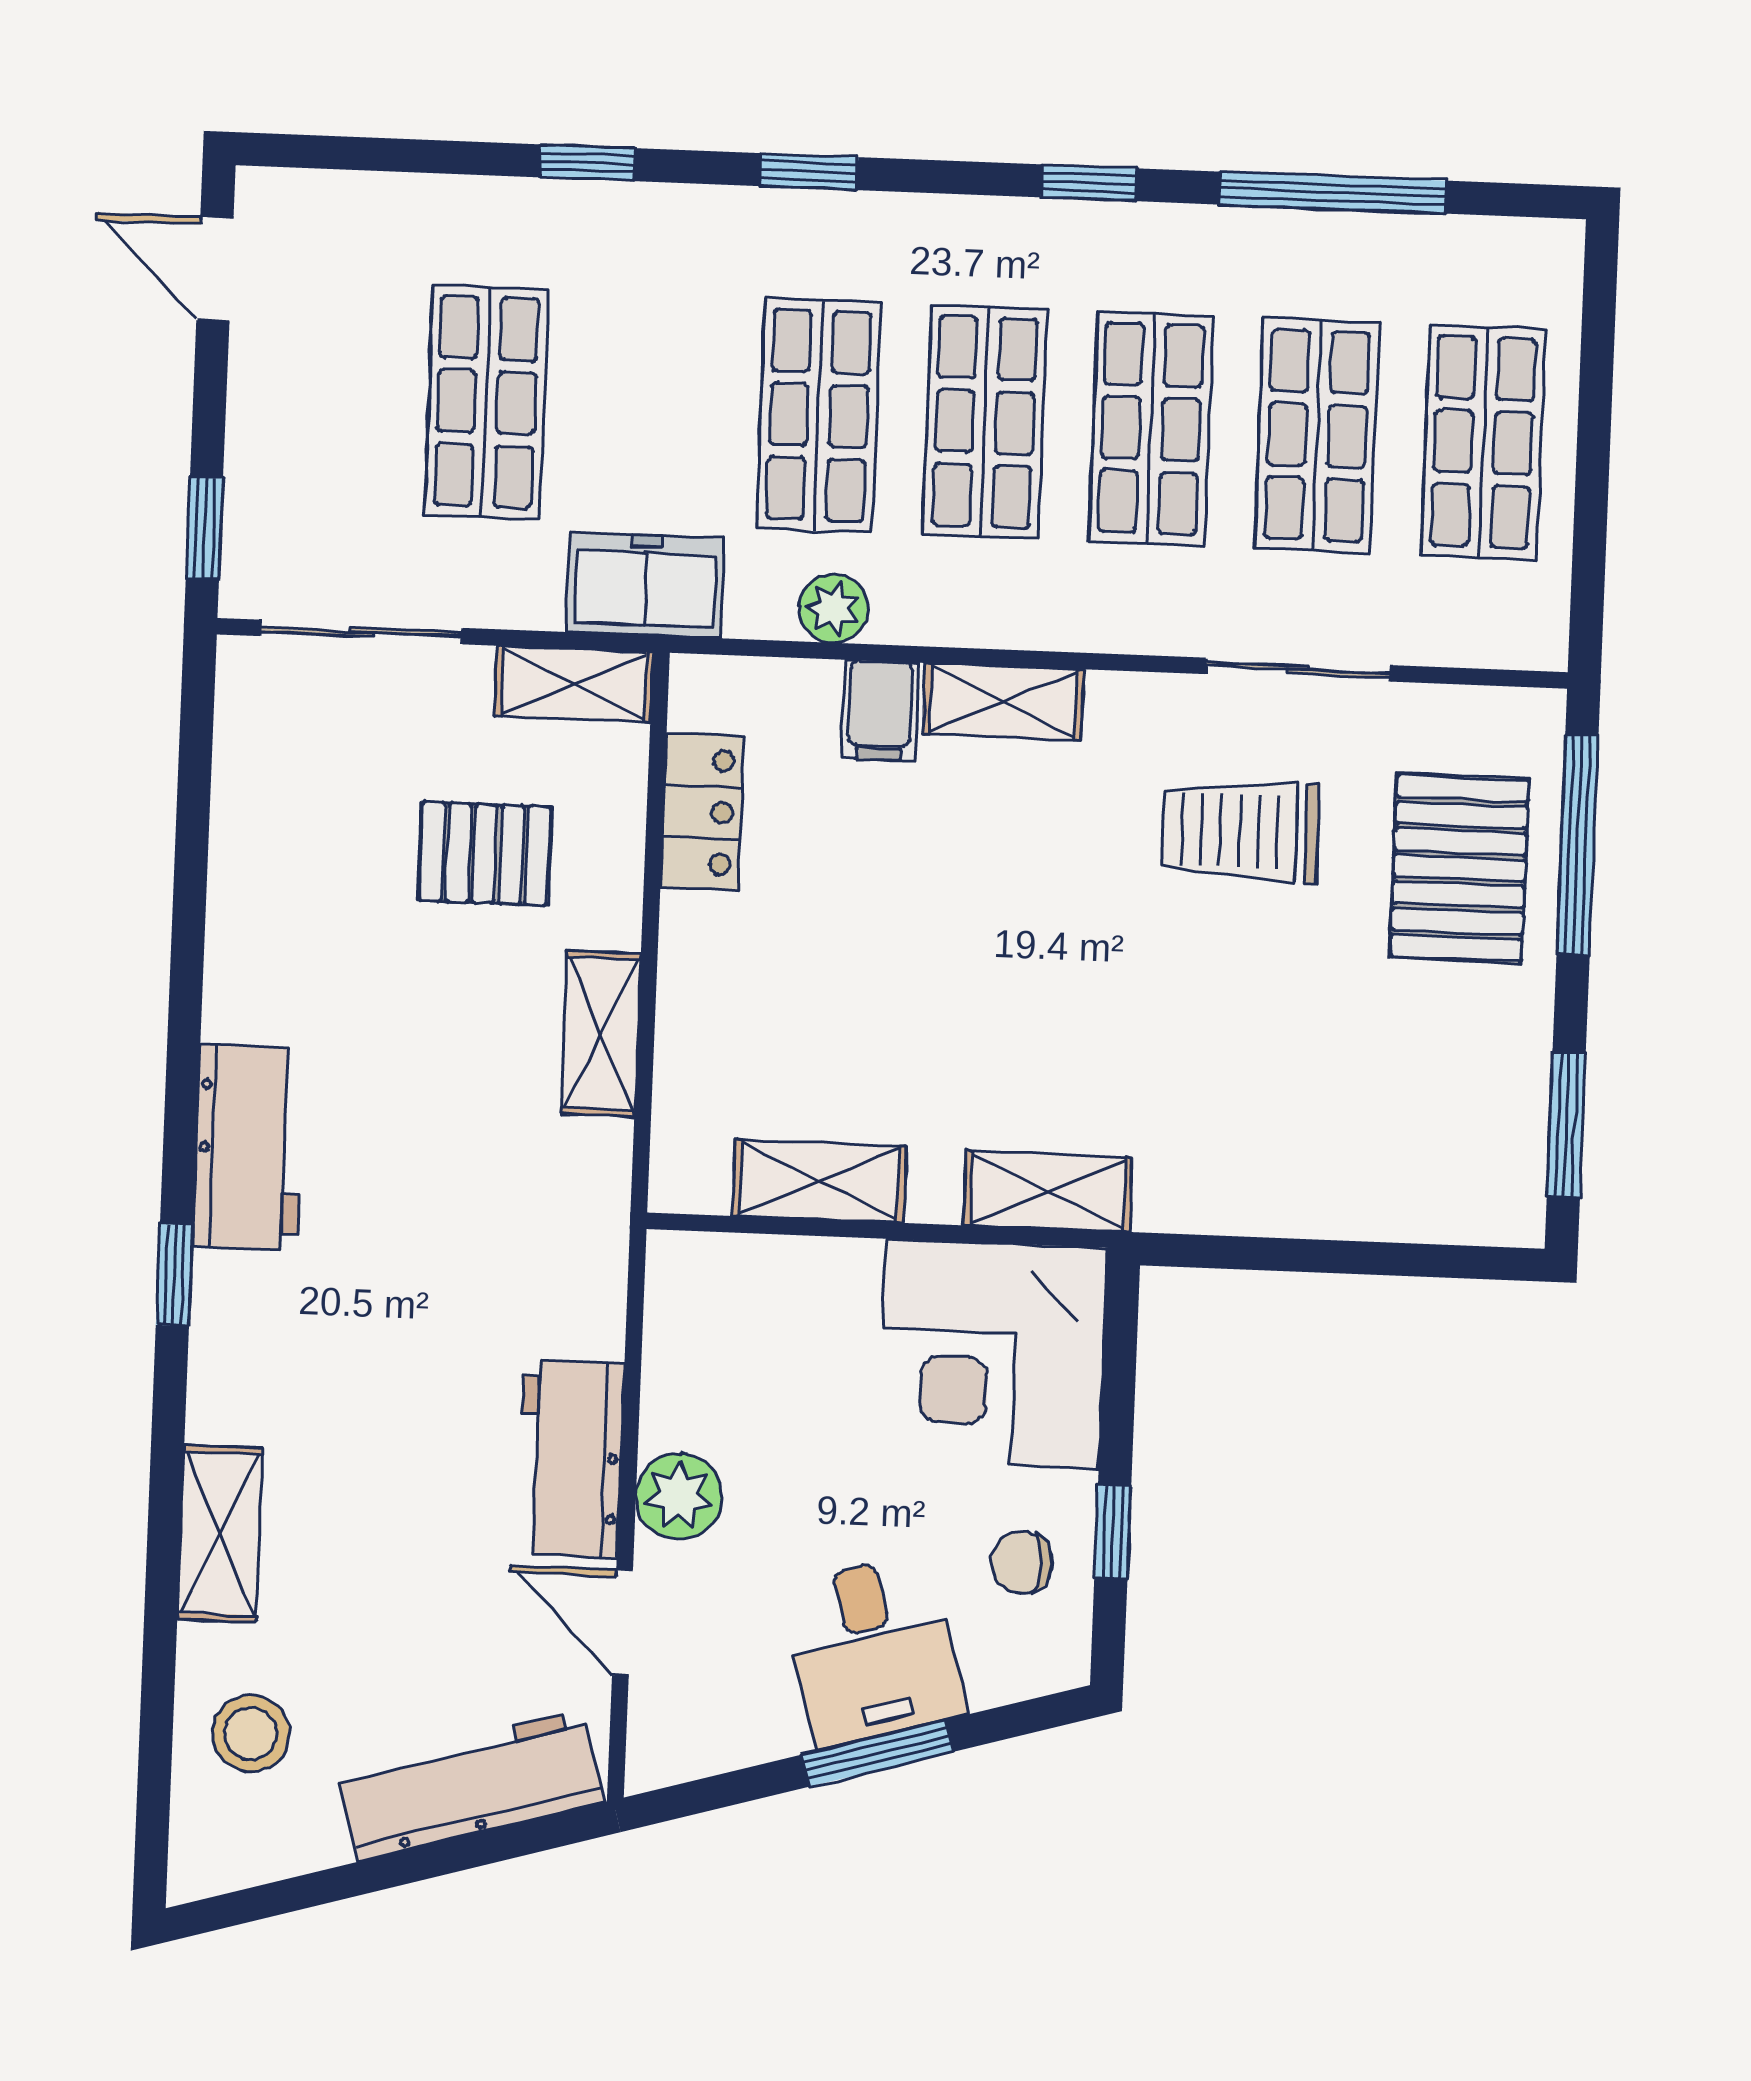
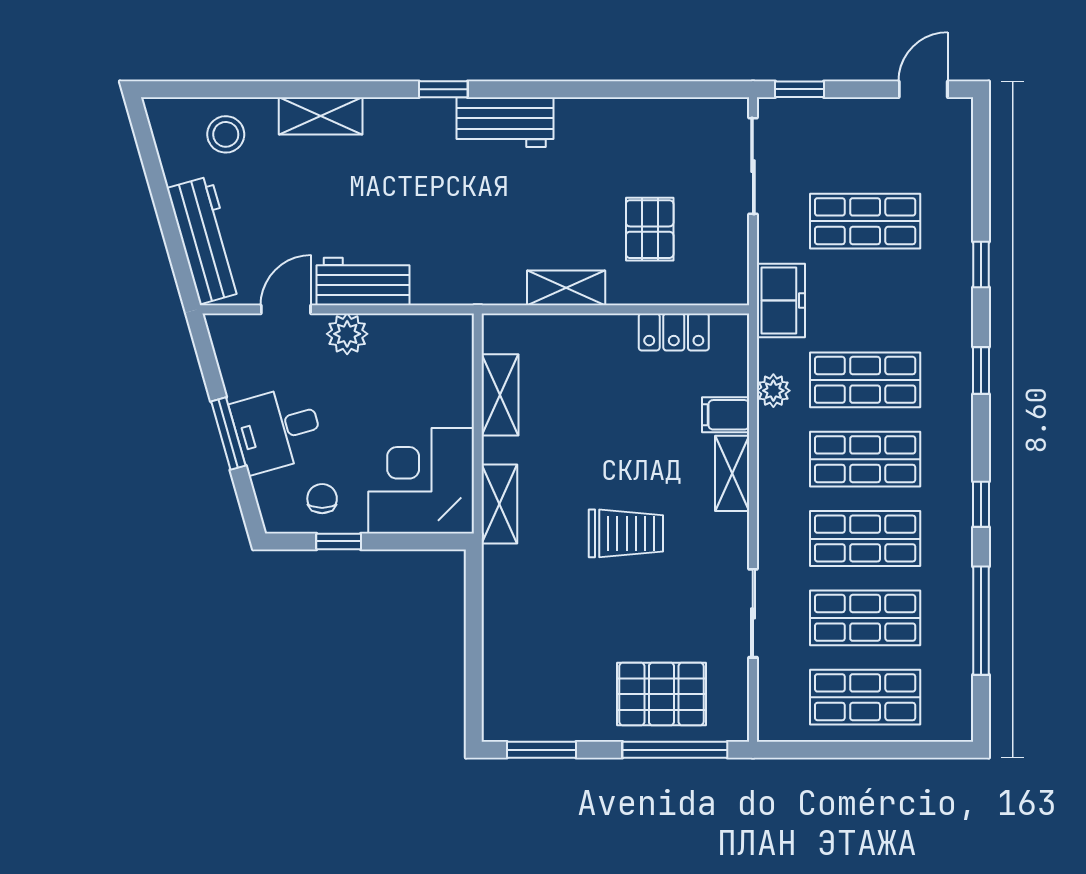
shelving: (574, 684) -> (732, 268), removed
trolley: (1241, 831) -> (626, 533), moved, turned 90

